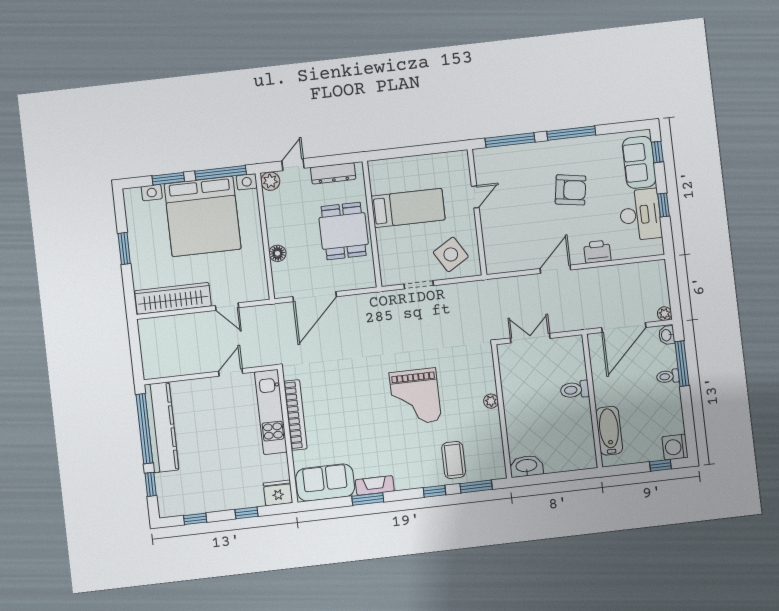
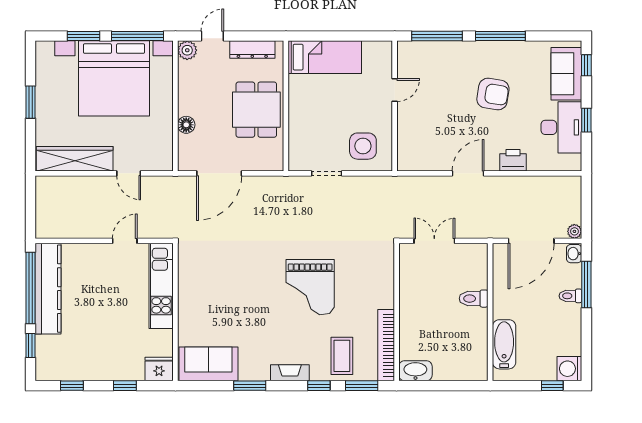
bed: (408, 208) -> (325, 57), moved
side table: (451, 254) -> (363, 146), turned 31
plant: (491, 401) -> (387, 300), removed
bookcase: (295, 415) -> (386, 345), moved, turned 180
fireplace: (375, 485) -> (290, 373), moved

